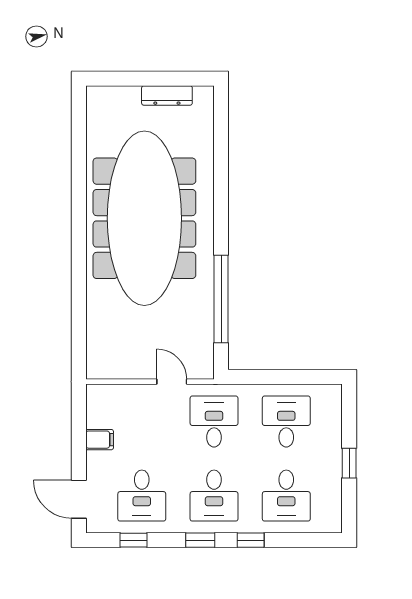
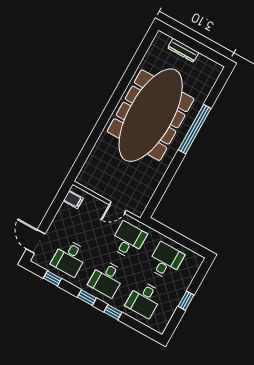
dresser: (167, 95) -> (183, 50), moved
window: (221, 299) -> (195, 129), moved
door: (172, 382) -> (118, 207), swing flipped
filing cabinet: (100, 440) -> (73, 200), moved

